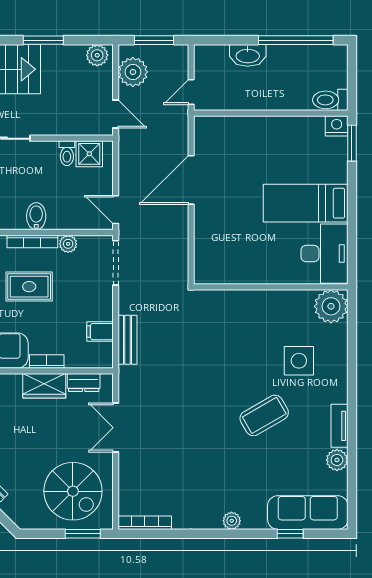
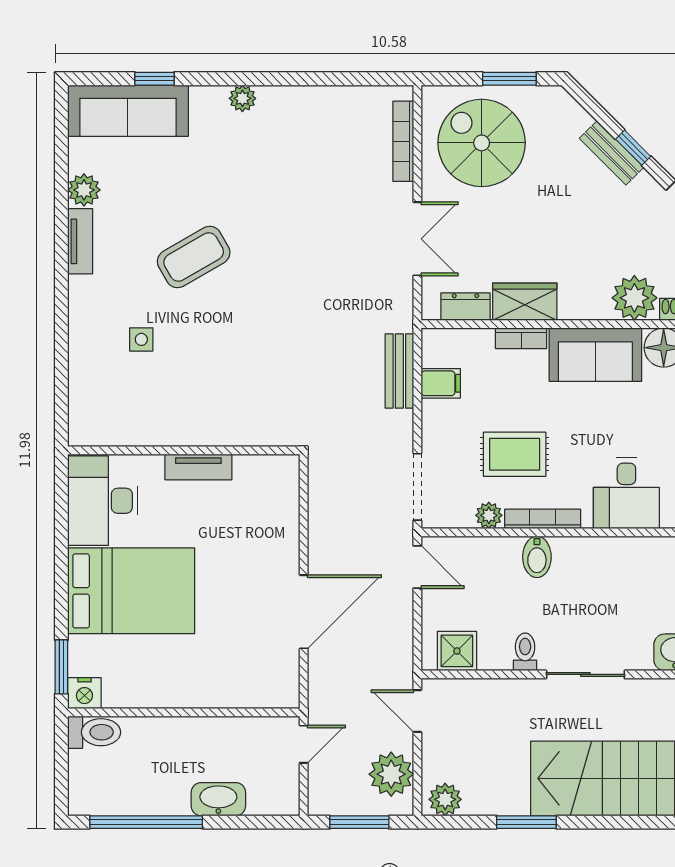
toilet: (67, 153) -> (525, 652), moved
bed: (306, 203) -> (131, 591), width x1.50
tv unit: (261, 276) -> (198, 467), added
rug: (29, 287) -> (515, 454), moved
plant: (331, 306) -> (93, 421), removed
side table: (299, 361) -> (141, 339), width x0.54, depth x0.54
bookcase: (145, 523) -> (403, 141), moved, turned 90
window: (83, 534) -> (509, 79), moved

